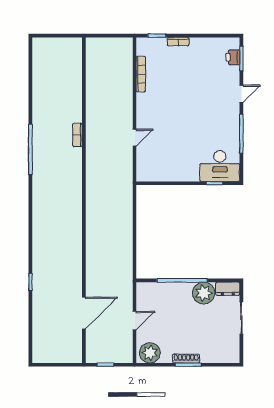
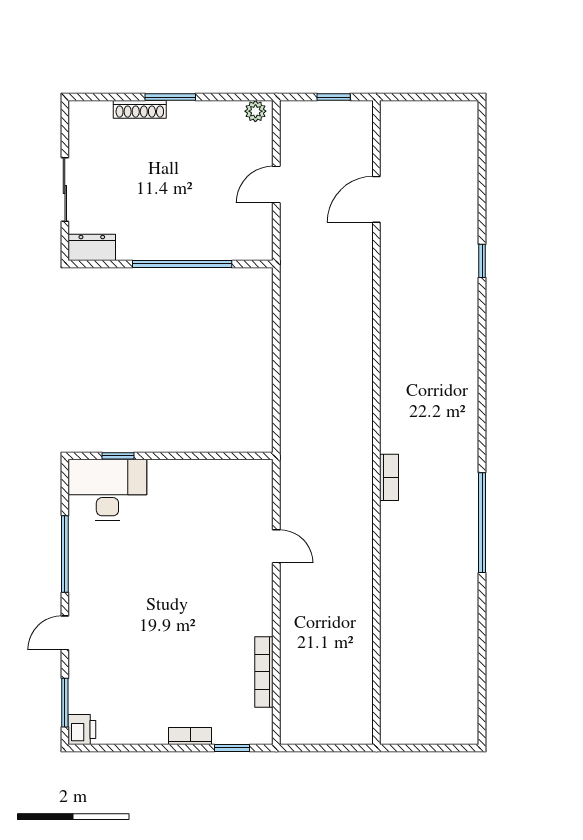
printer: (233, 57) -> (82, 729), moved
bookcase: (77, 135) -> (389, 477), moved
door: (135, 138) -> (276, 546), swing flipped
plant: (204, 293) -> (139, 239), removed
door: (84, 313) -> (376, 199), width x0.73
plant: (150, 353) -> (255, 111), width x0.53, depth x0.53
shoe rack: (186, 358) -> (140, 109), moved

